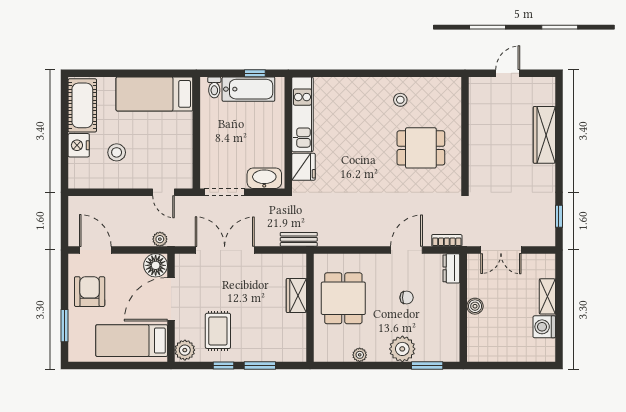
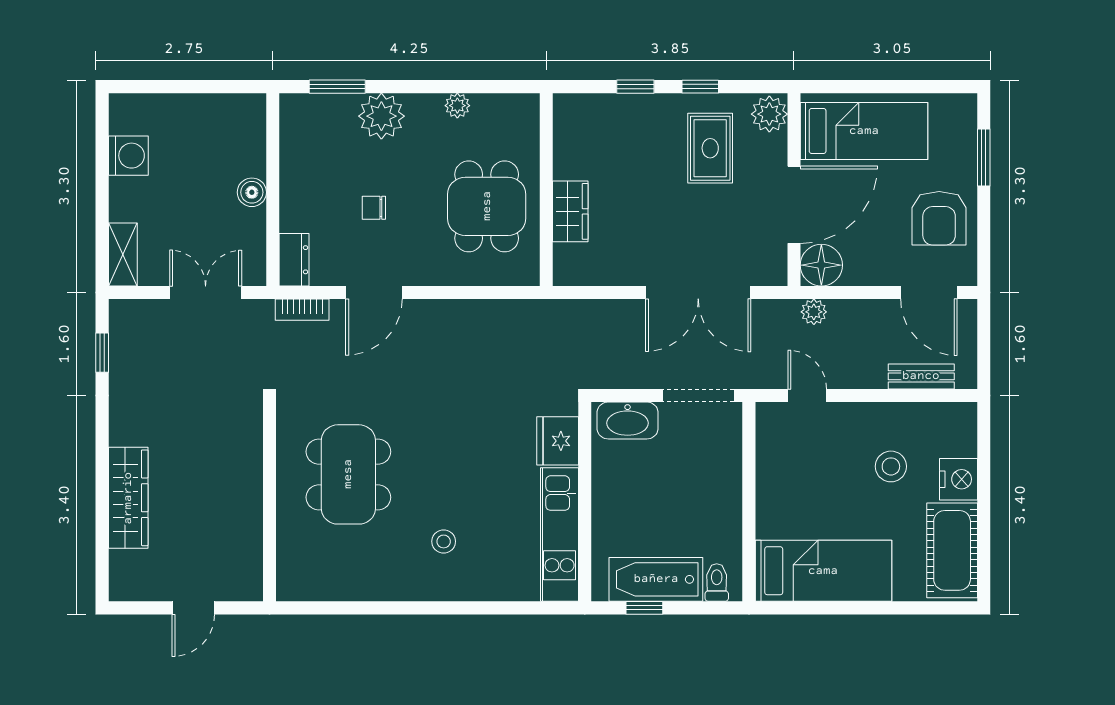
stool: (400, 100) -> (444, 541), moved
dining table: (421, 148) -> (348, 474), width x1.37
bench: (299, 239) -> (921, 376), moved
shelving: (547, 296) -> (123, 254), moved
window: (260, 365) -> (635, 87), width x0.67

